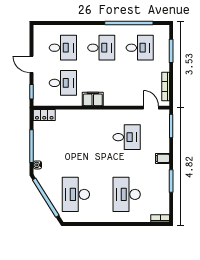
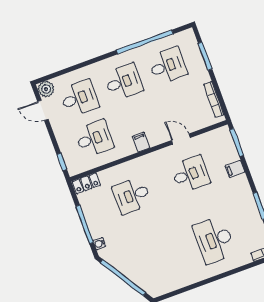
plant: (40, 32) -> (46, 89), added
door: (31, 64) -> (43, 110), moved
filing cabinet: (93, 99) -> (141, 142), width x0.50
door: (151, 108) -> (181, 139), moved
filing cabinet: (162, 158) -> (235, 169), moved
desk: (76, 194) -> (132, 195), moved, width x0.73

